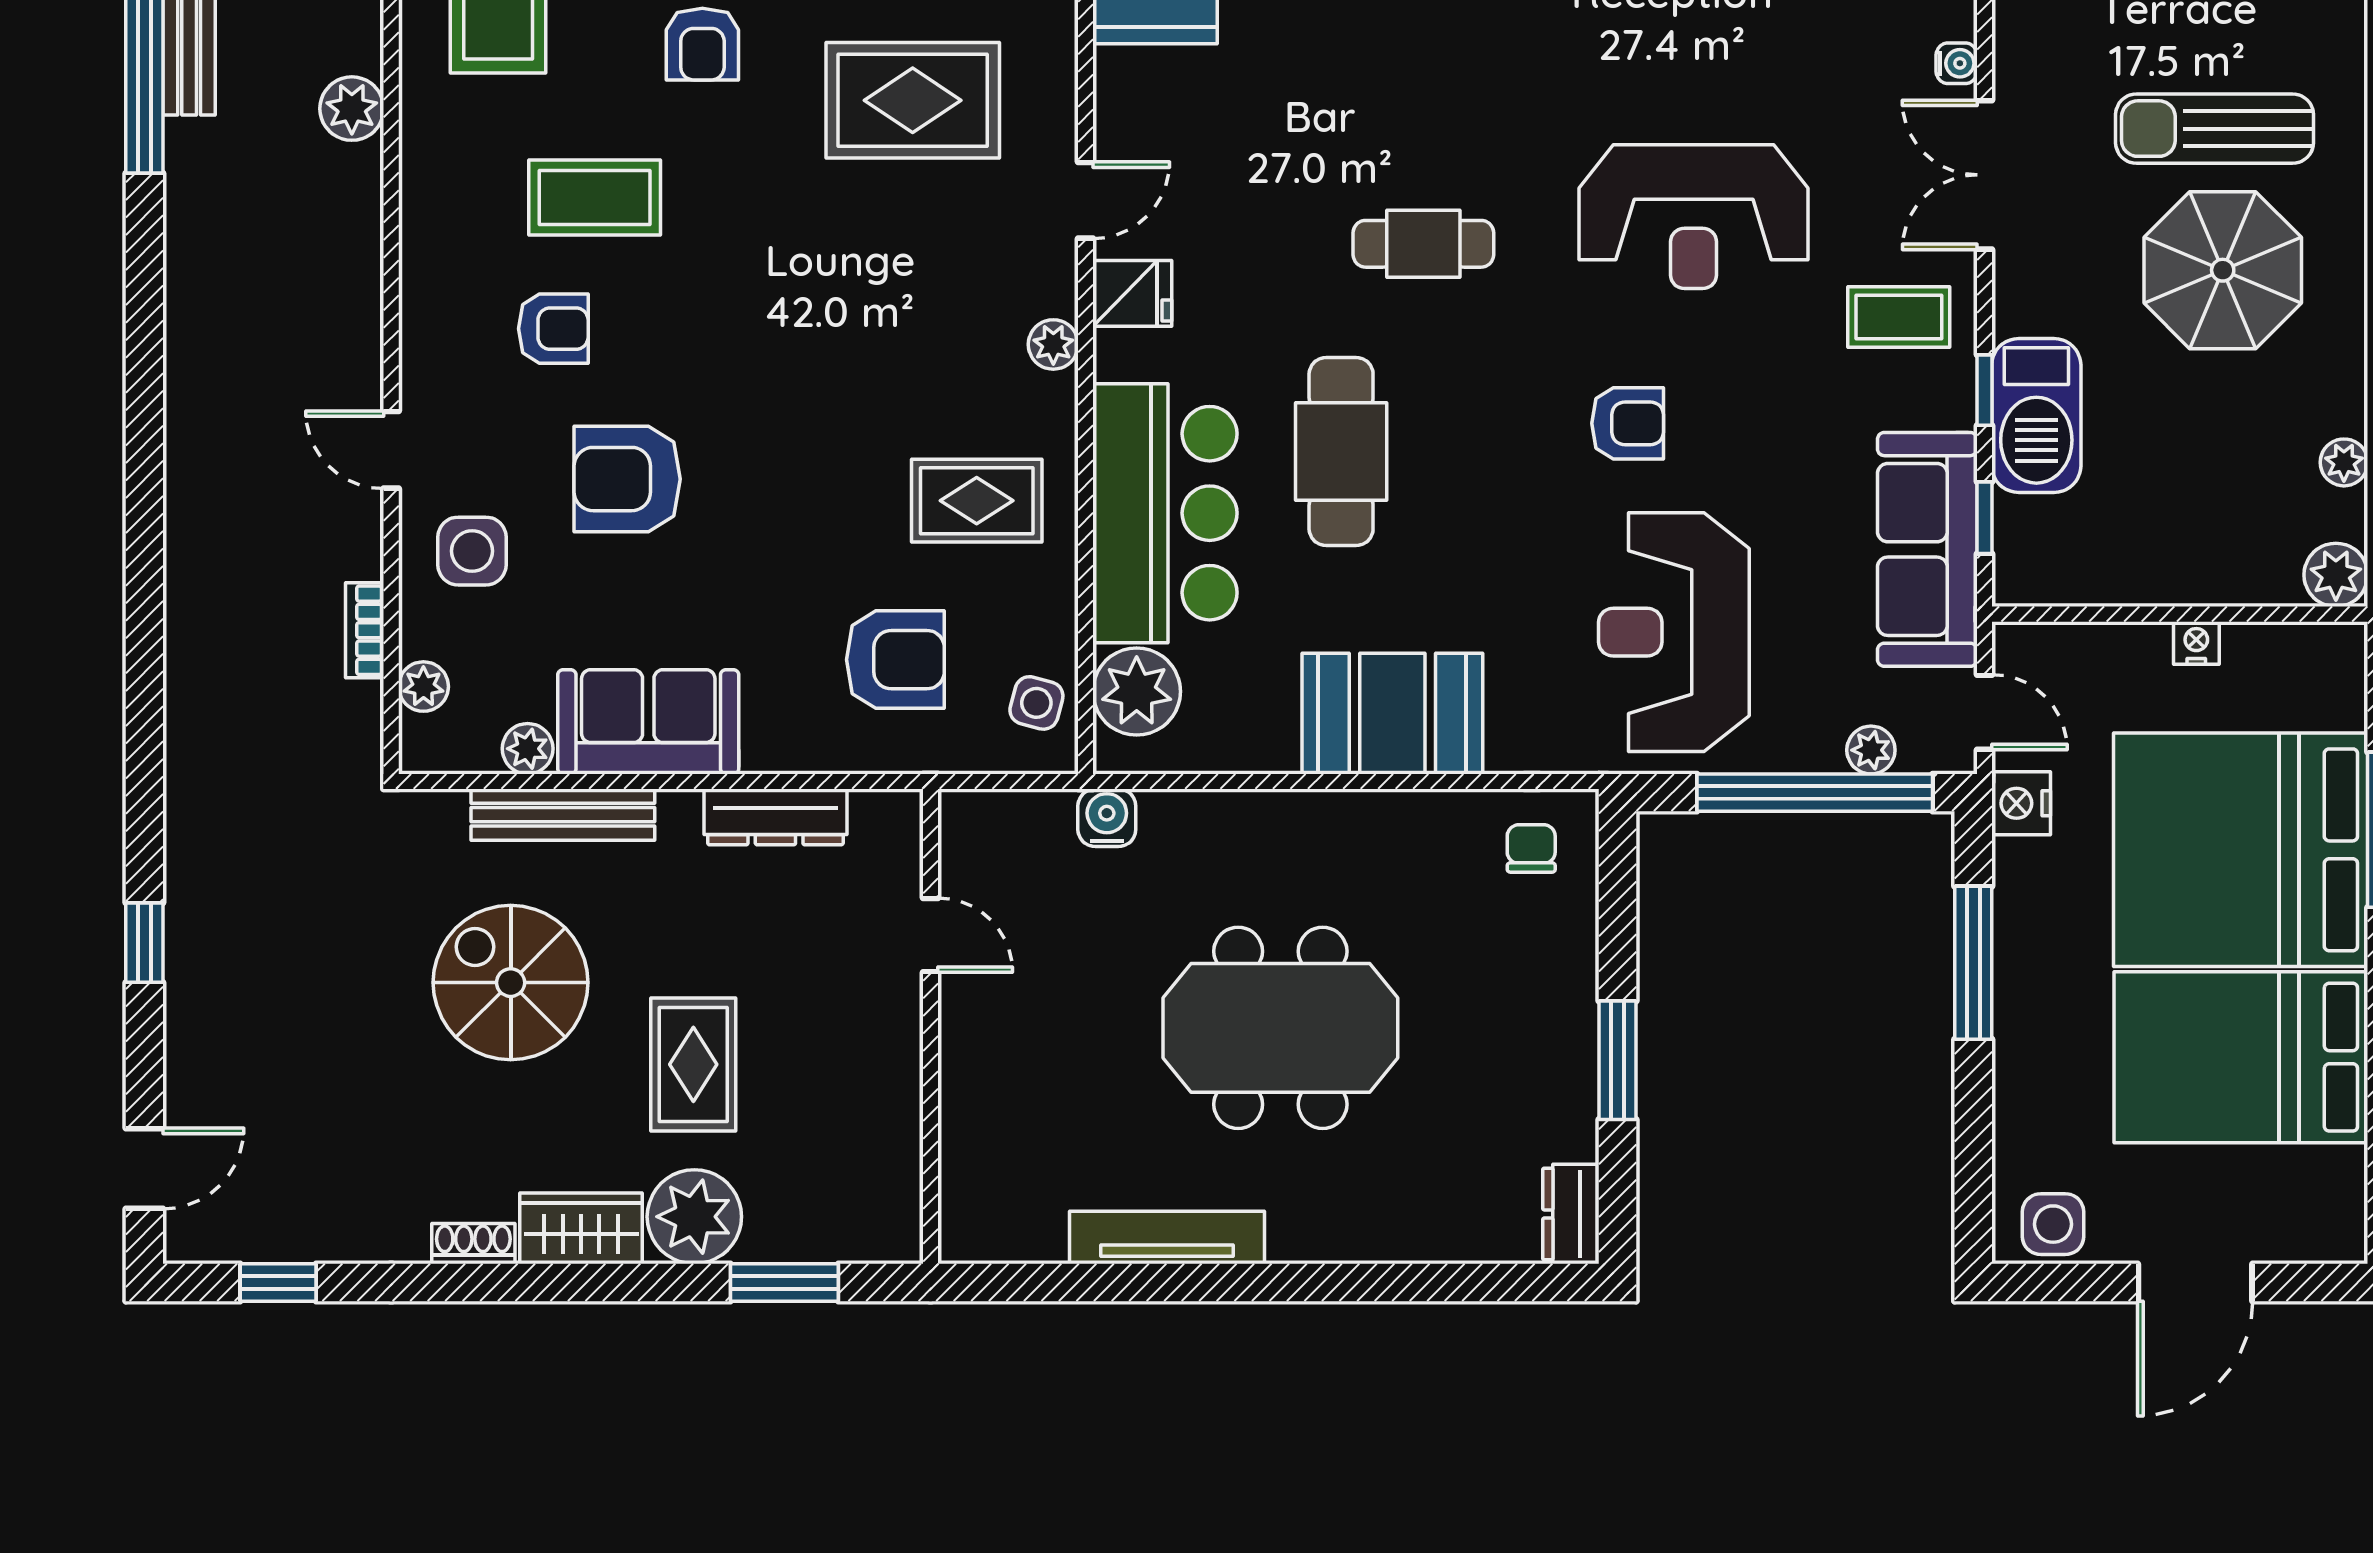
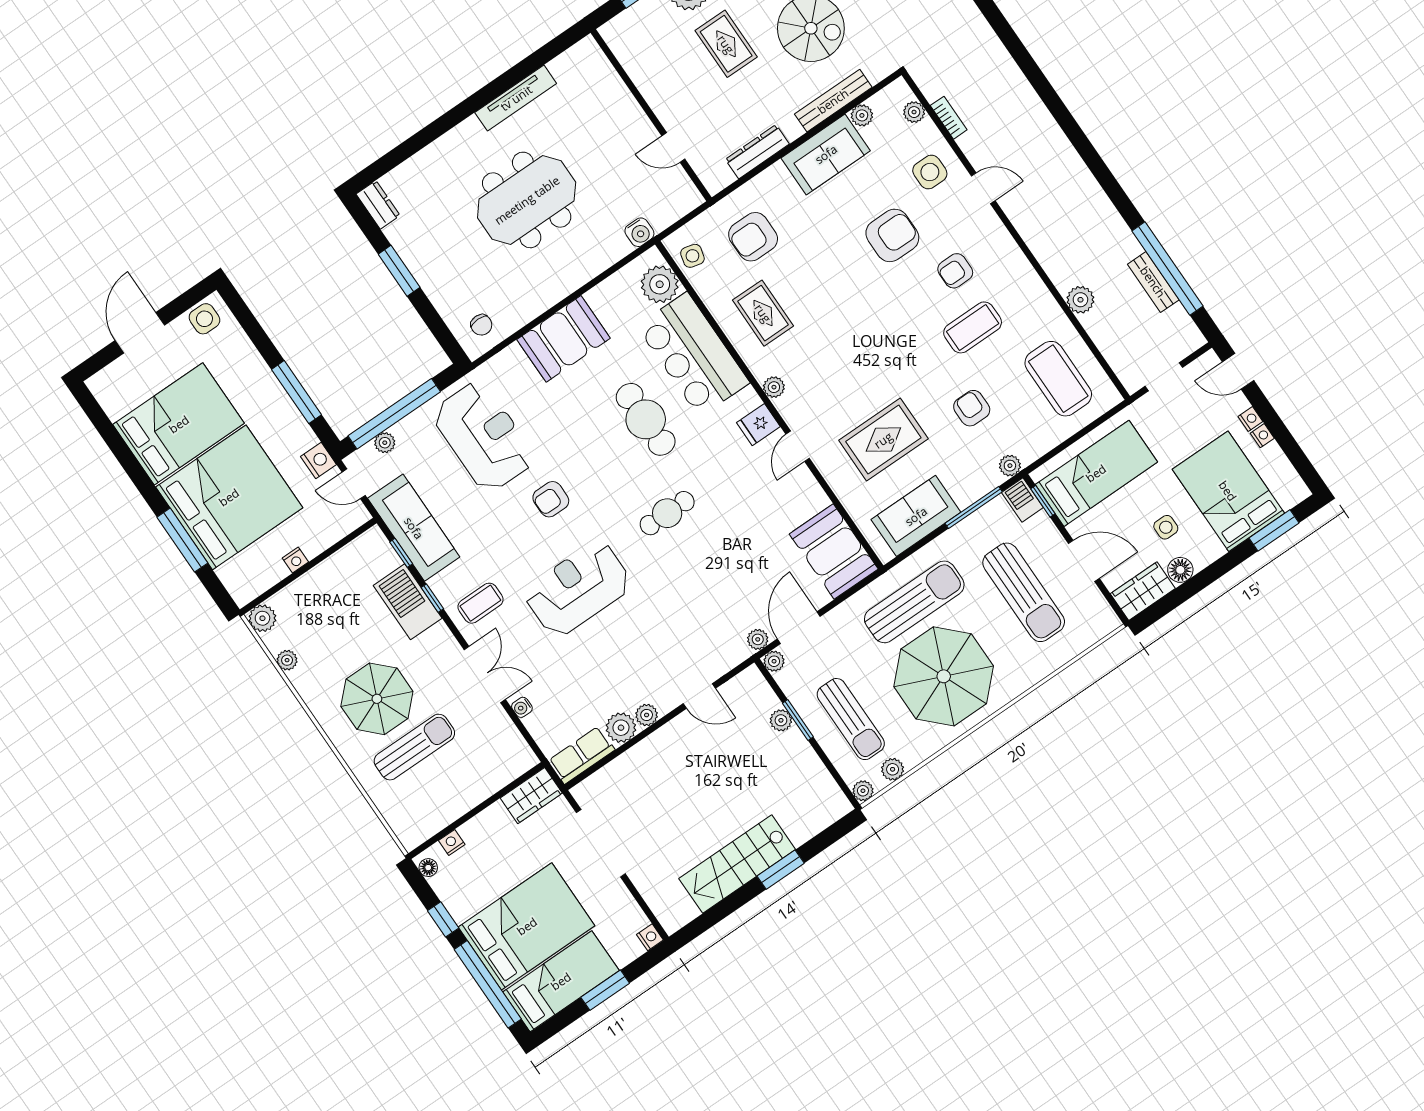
rug: (977, 501) -> (763, 313), turned 90

